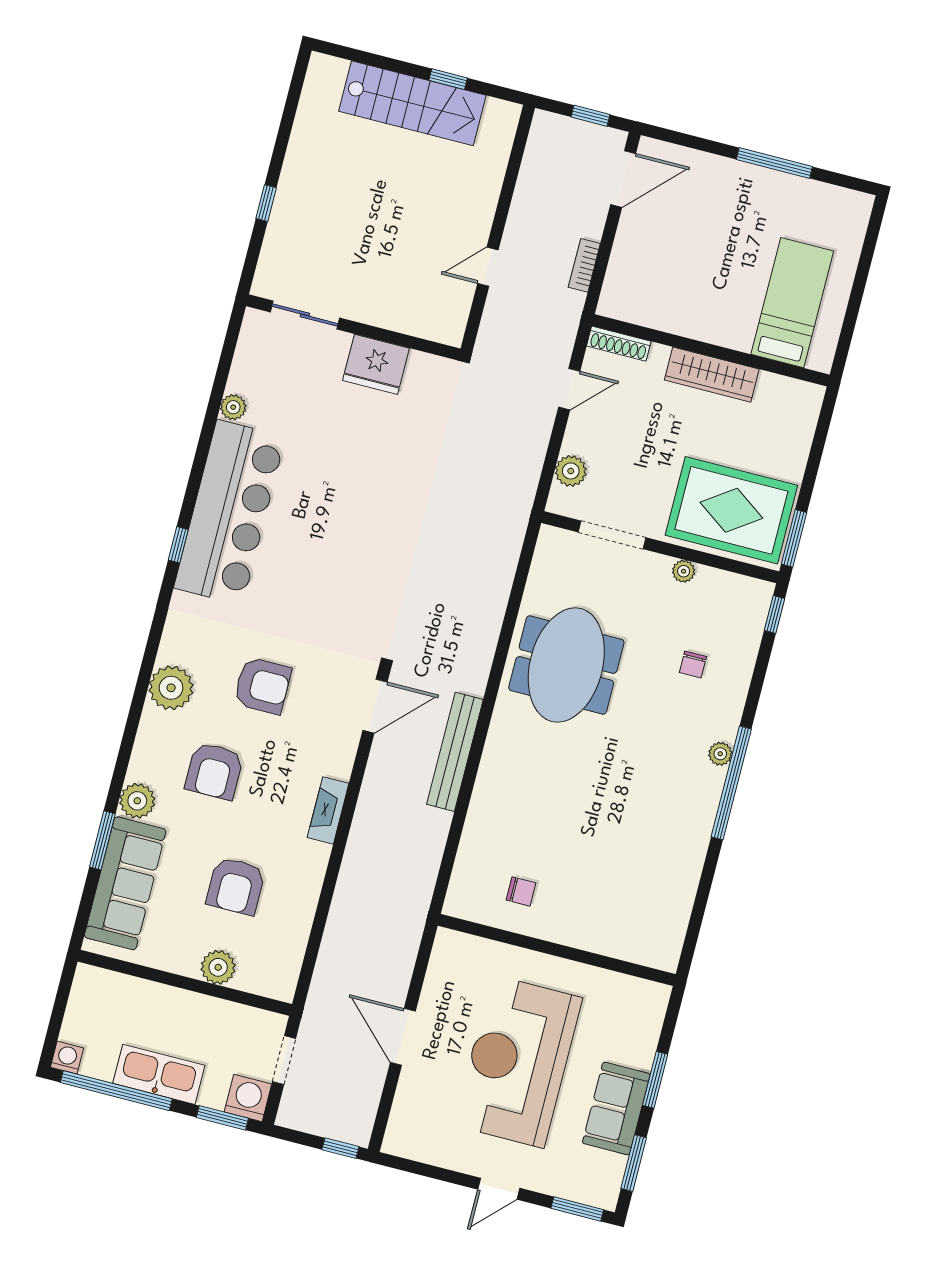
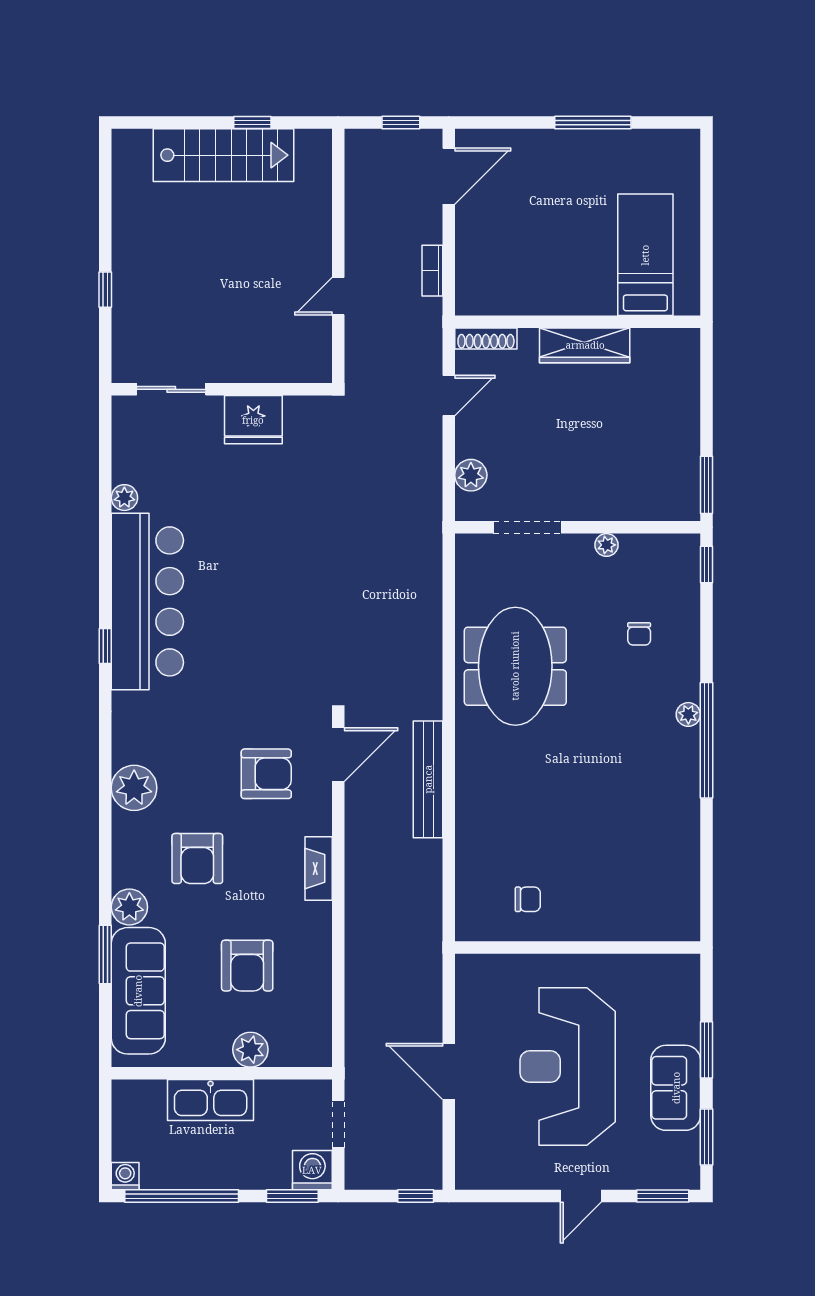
rug: (731, 510) -> (638, 473), removed
armchair: (262, 686) -> (266, 774), moved
kitchen sink: (159, 1074) -> (211, 1100), moved, turned 180

